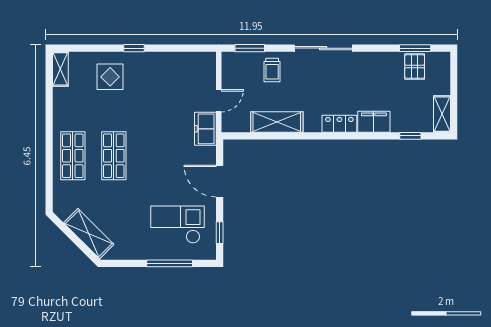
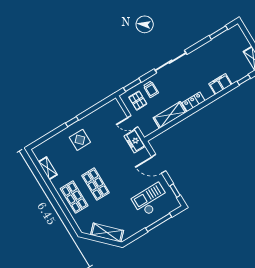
pallet: (415, 67) -> (138, 101), moved
shelving: (60, 69) -> (48, 168), moved
display table: (110, 77) -> (80, 140), moved
door: (219, 101) -> (133, 122), swing flipped
locker: (339, 124) -> (194, 102), moved

